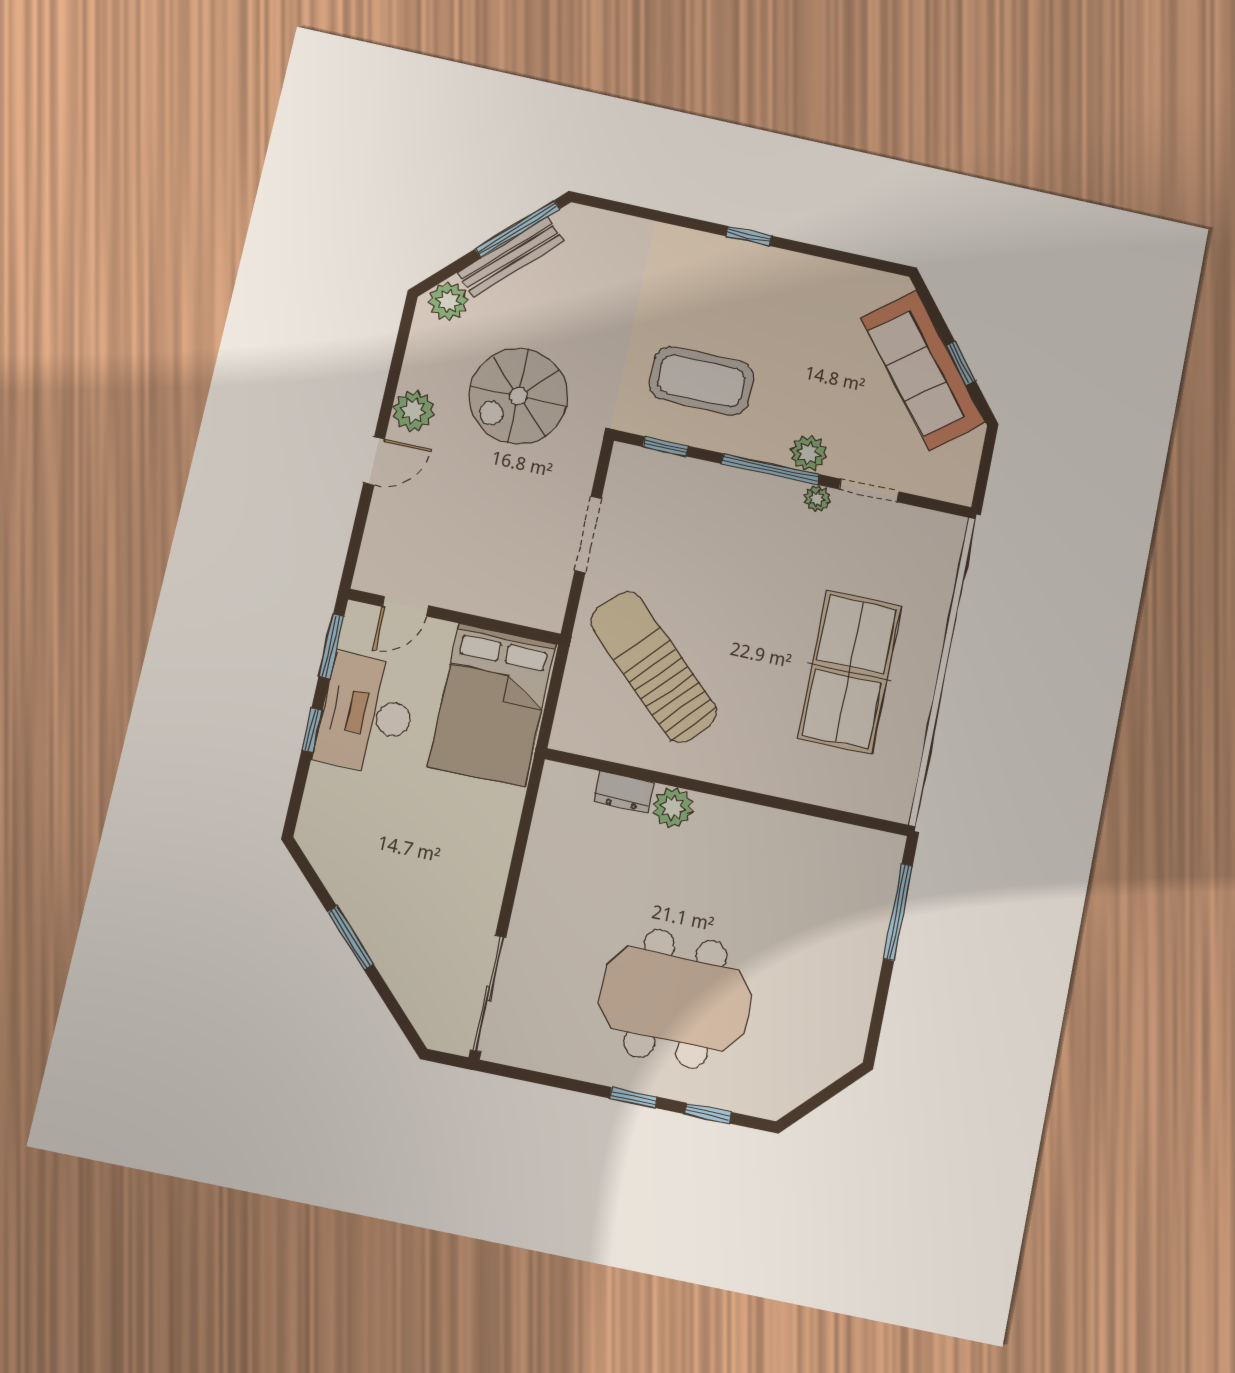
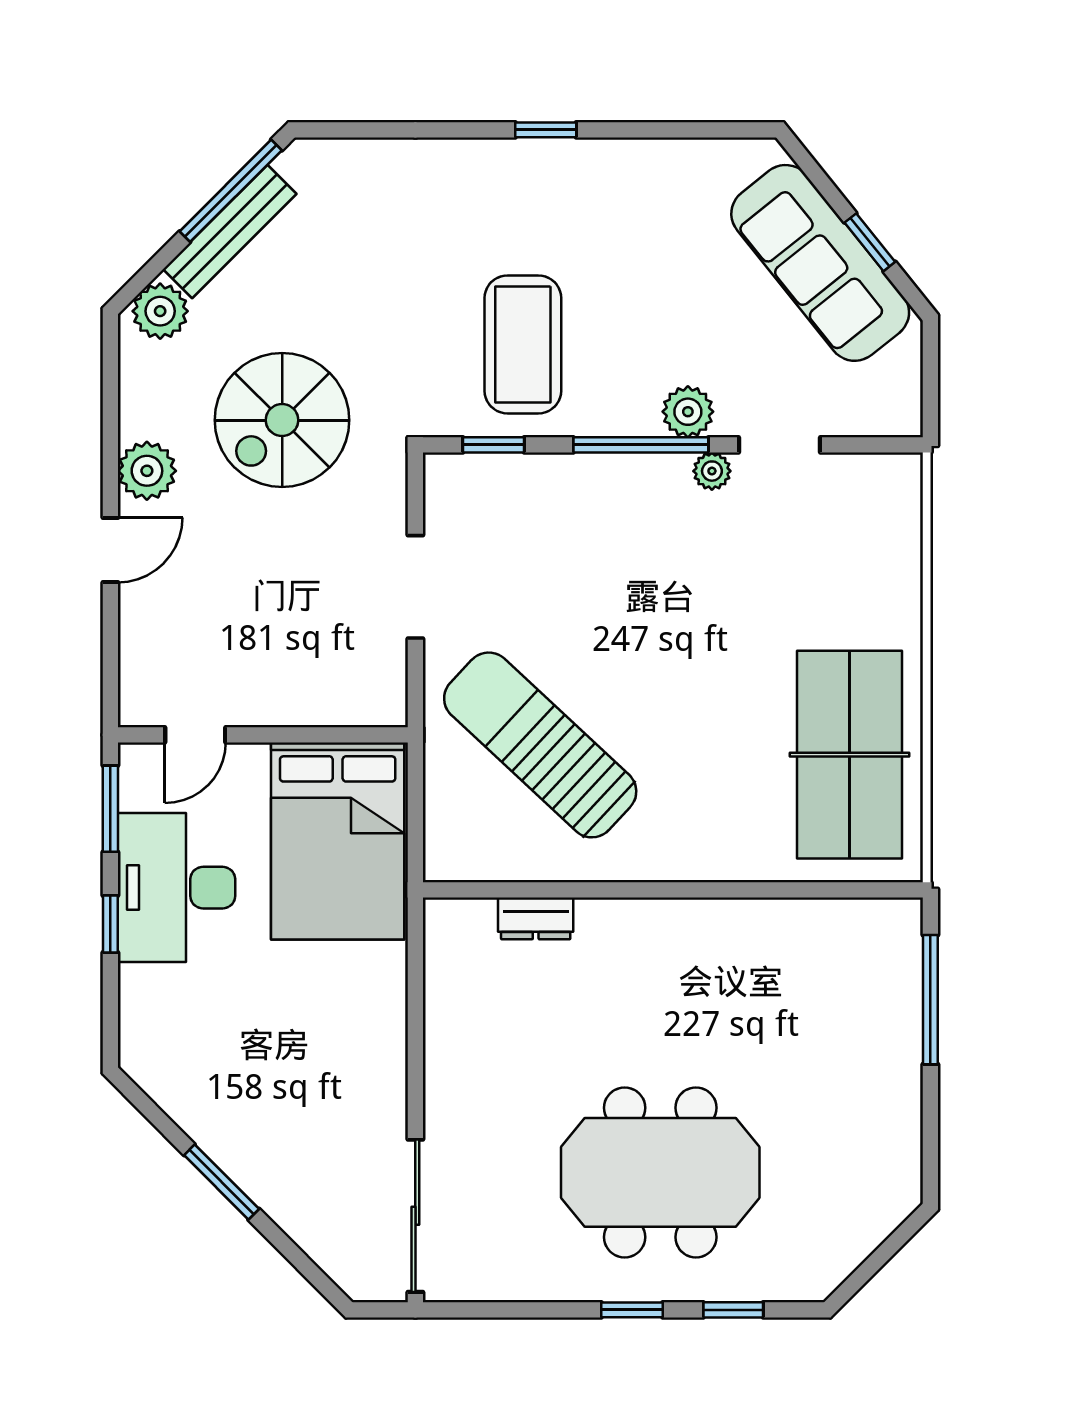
coffee table: (701, 381) -> (523, 344), turned 90
table tennis table: (849, 672) -> (850, 755), moved
plant: (673, 808) -> (605, 925), removed

